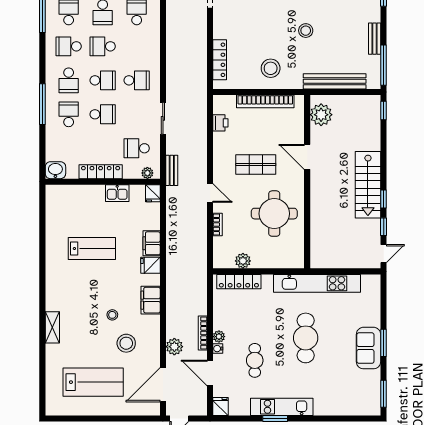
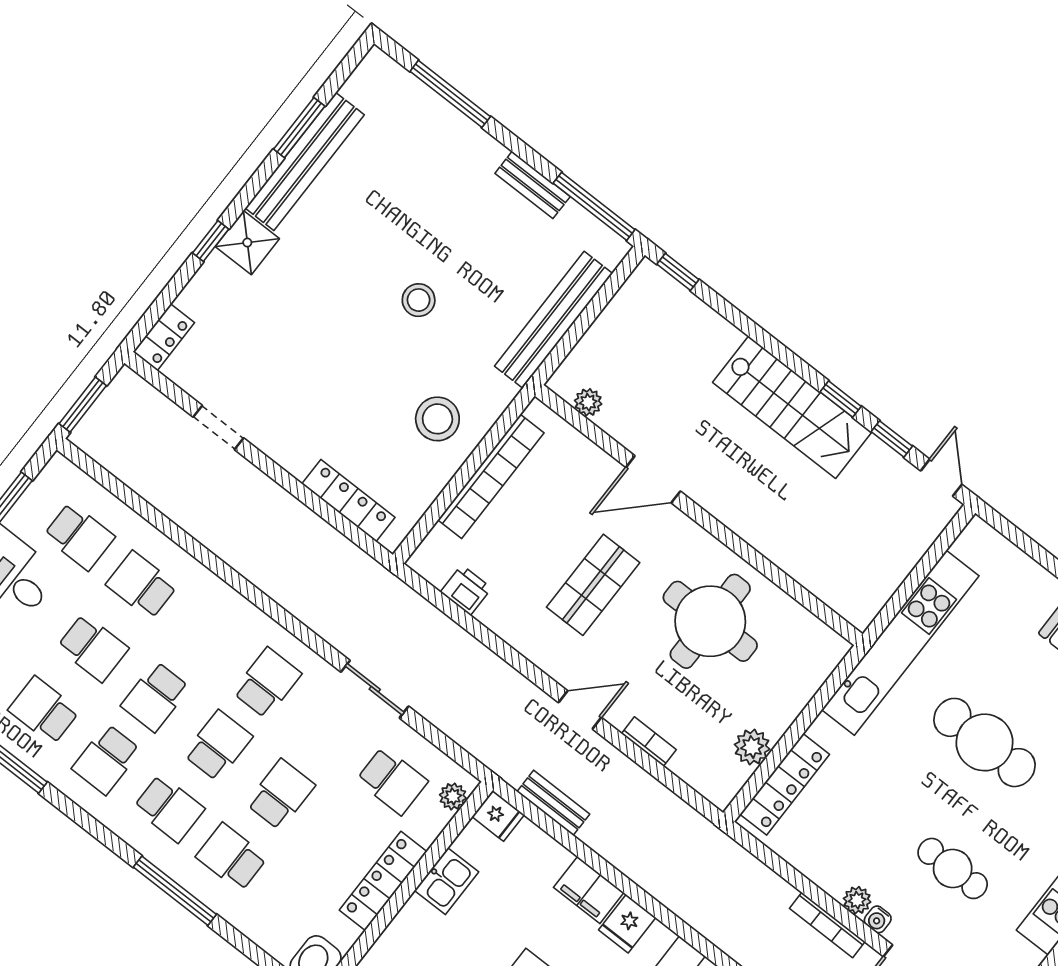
plant: (321, 115) -> (588, 402), width x0.53, depth x0.53
school desk: (137, 148) -> (392, 781), turned -90
bench: (172, 170) -> (553, 803), moved

